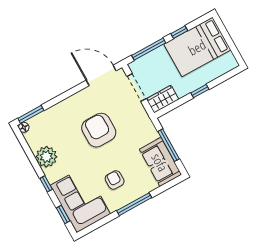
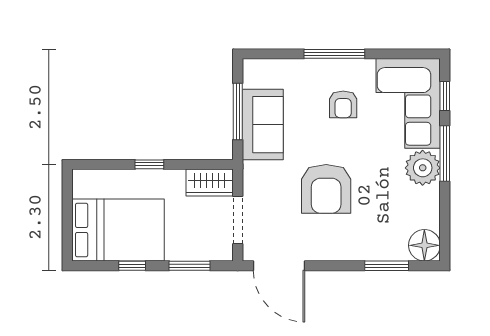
window: (149, 49) -> (189, 266), width x0.69
window: (31, 114) -> (387, 266), moved
floor lamp: (24, 127) -> (424, 245), width x1.89, depth x1.89
plant: (46, 157) -> (423, 168), moved
sofa: (160, 162) -> (263, 125), moved
window: (46, 184) -> (445, 154), width x2.17

